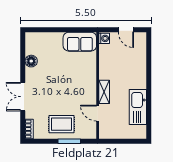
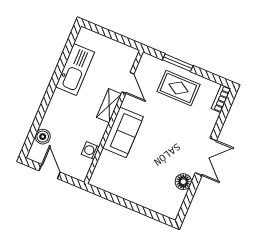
washing machine: (104, 38) -> (90, 151), moved
sofa: (80, 42) -> (123, 132), moved, turned 90
boiler: (141, 52) -> (43, 137), added
double door: (23, 97) -> (206, 157), moved

